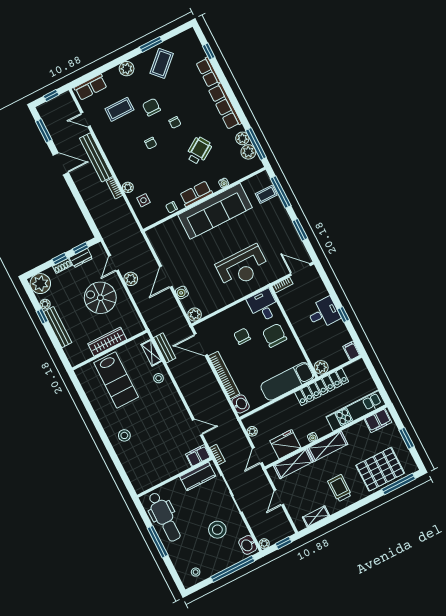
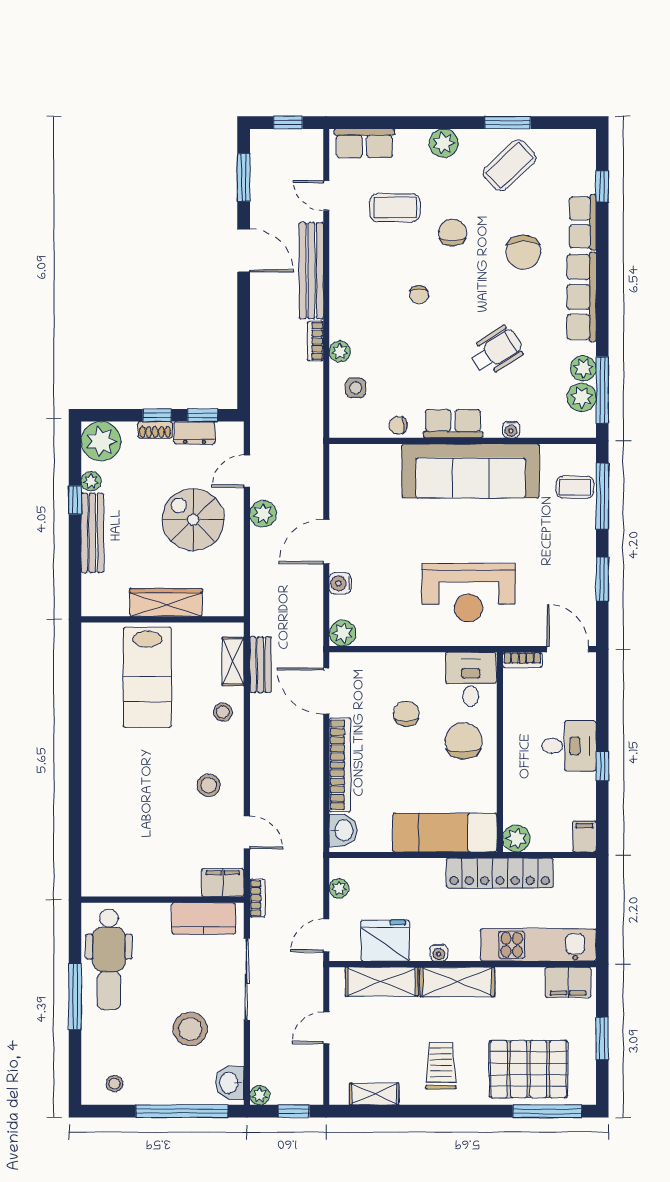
chair: (175, 122) -> (523, 252), moved, width x1.87, depth x1.87
stool: (124, 435) -> (209, 785), moved

